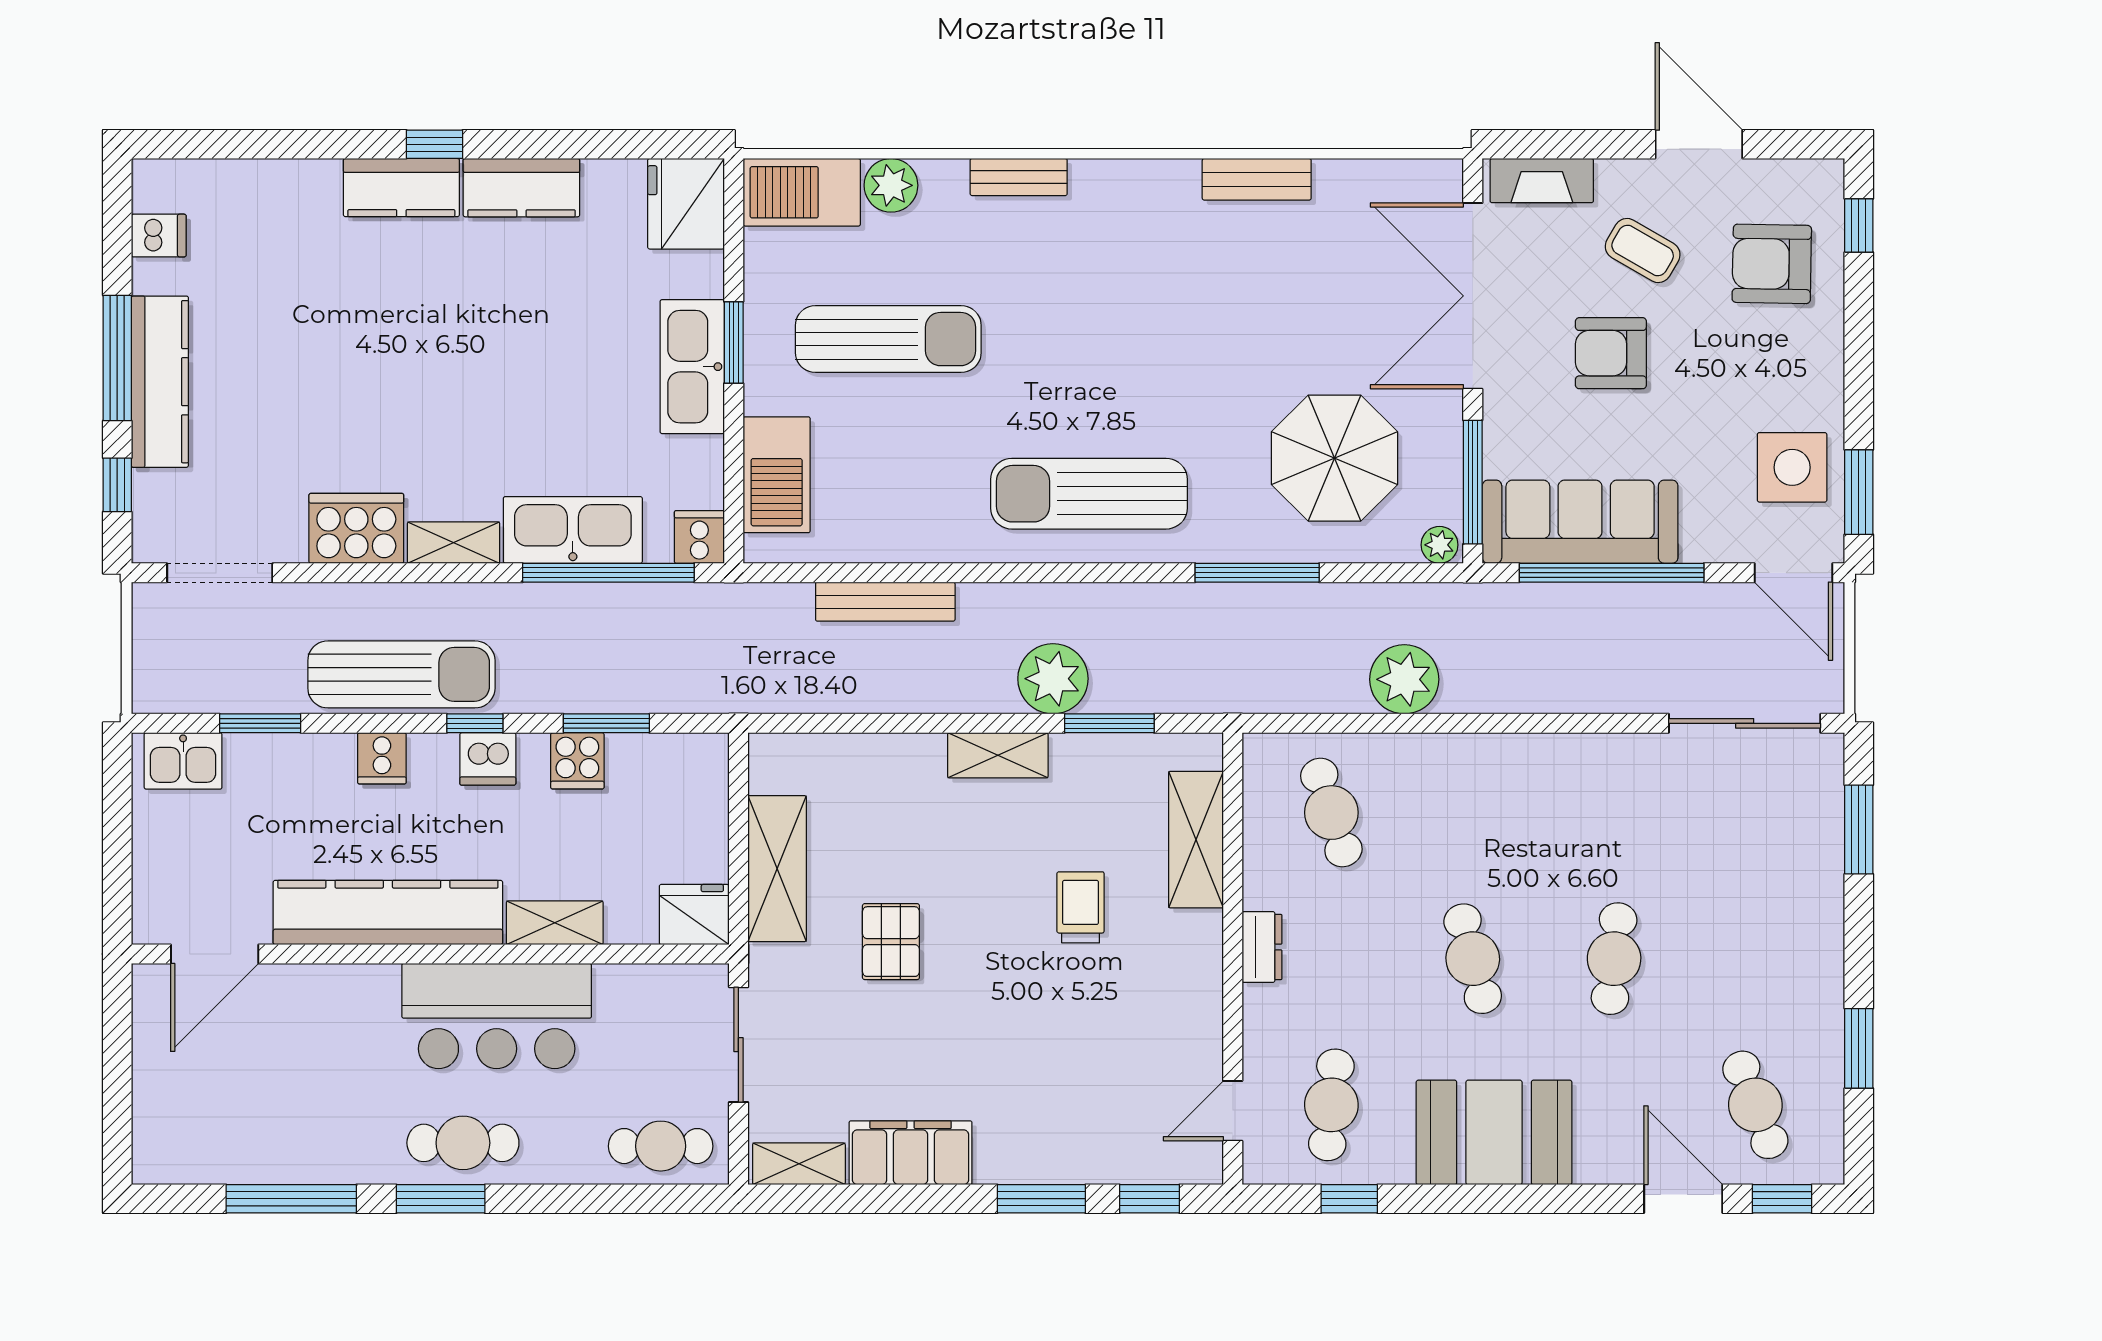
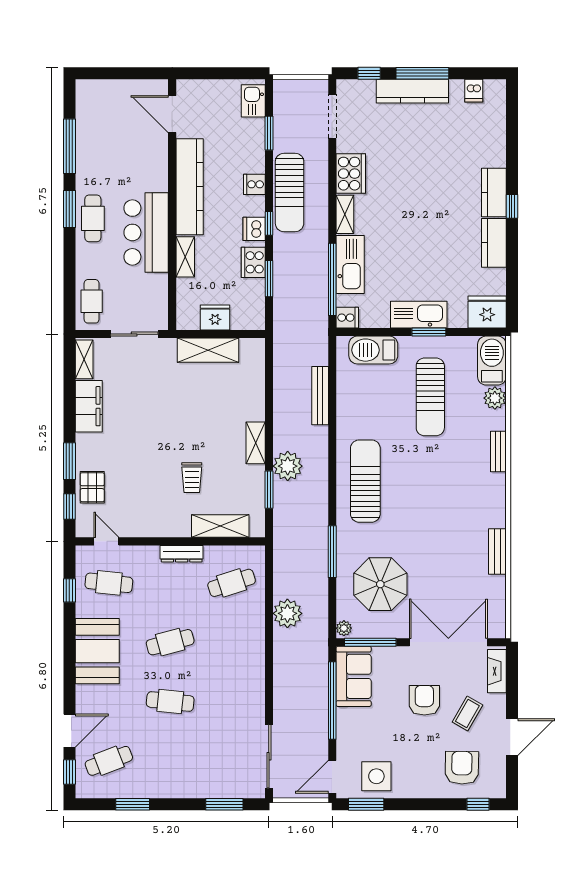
sofa: (1580, 522) -> (354, 676), width x0.73
cooker: (577, 761) -> (253, 262), width x1.36
trolley: (1081, 907) -> (192, 478), turned 90
fridge: (694, 915) -> (215, 317), moved, turned -90
pallet: (891, 942) -> (92, 487), moved, turned 90
dresser: (1262, 947) -> (182, 554), width x1.44

